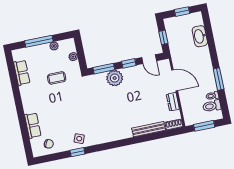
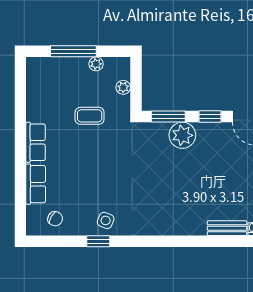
row of seats: (22, 73) -> (36, 142), moved
bench: (149, 129) -> (227, 228), width x0.73

